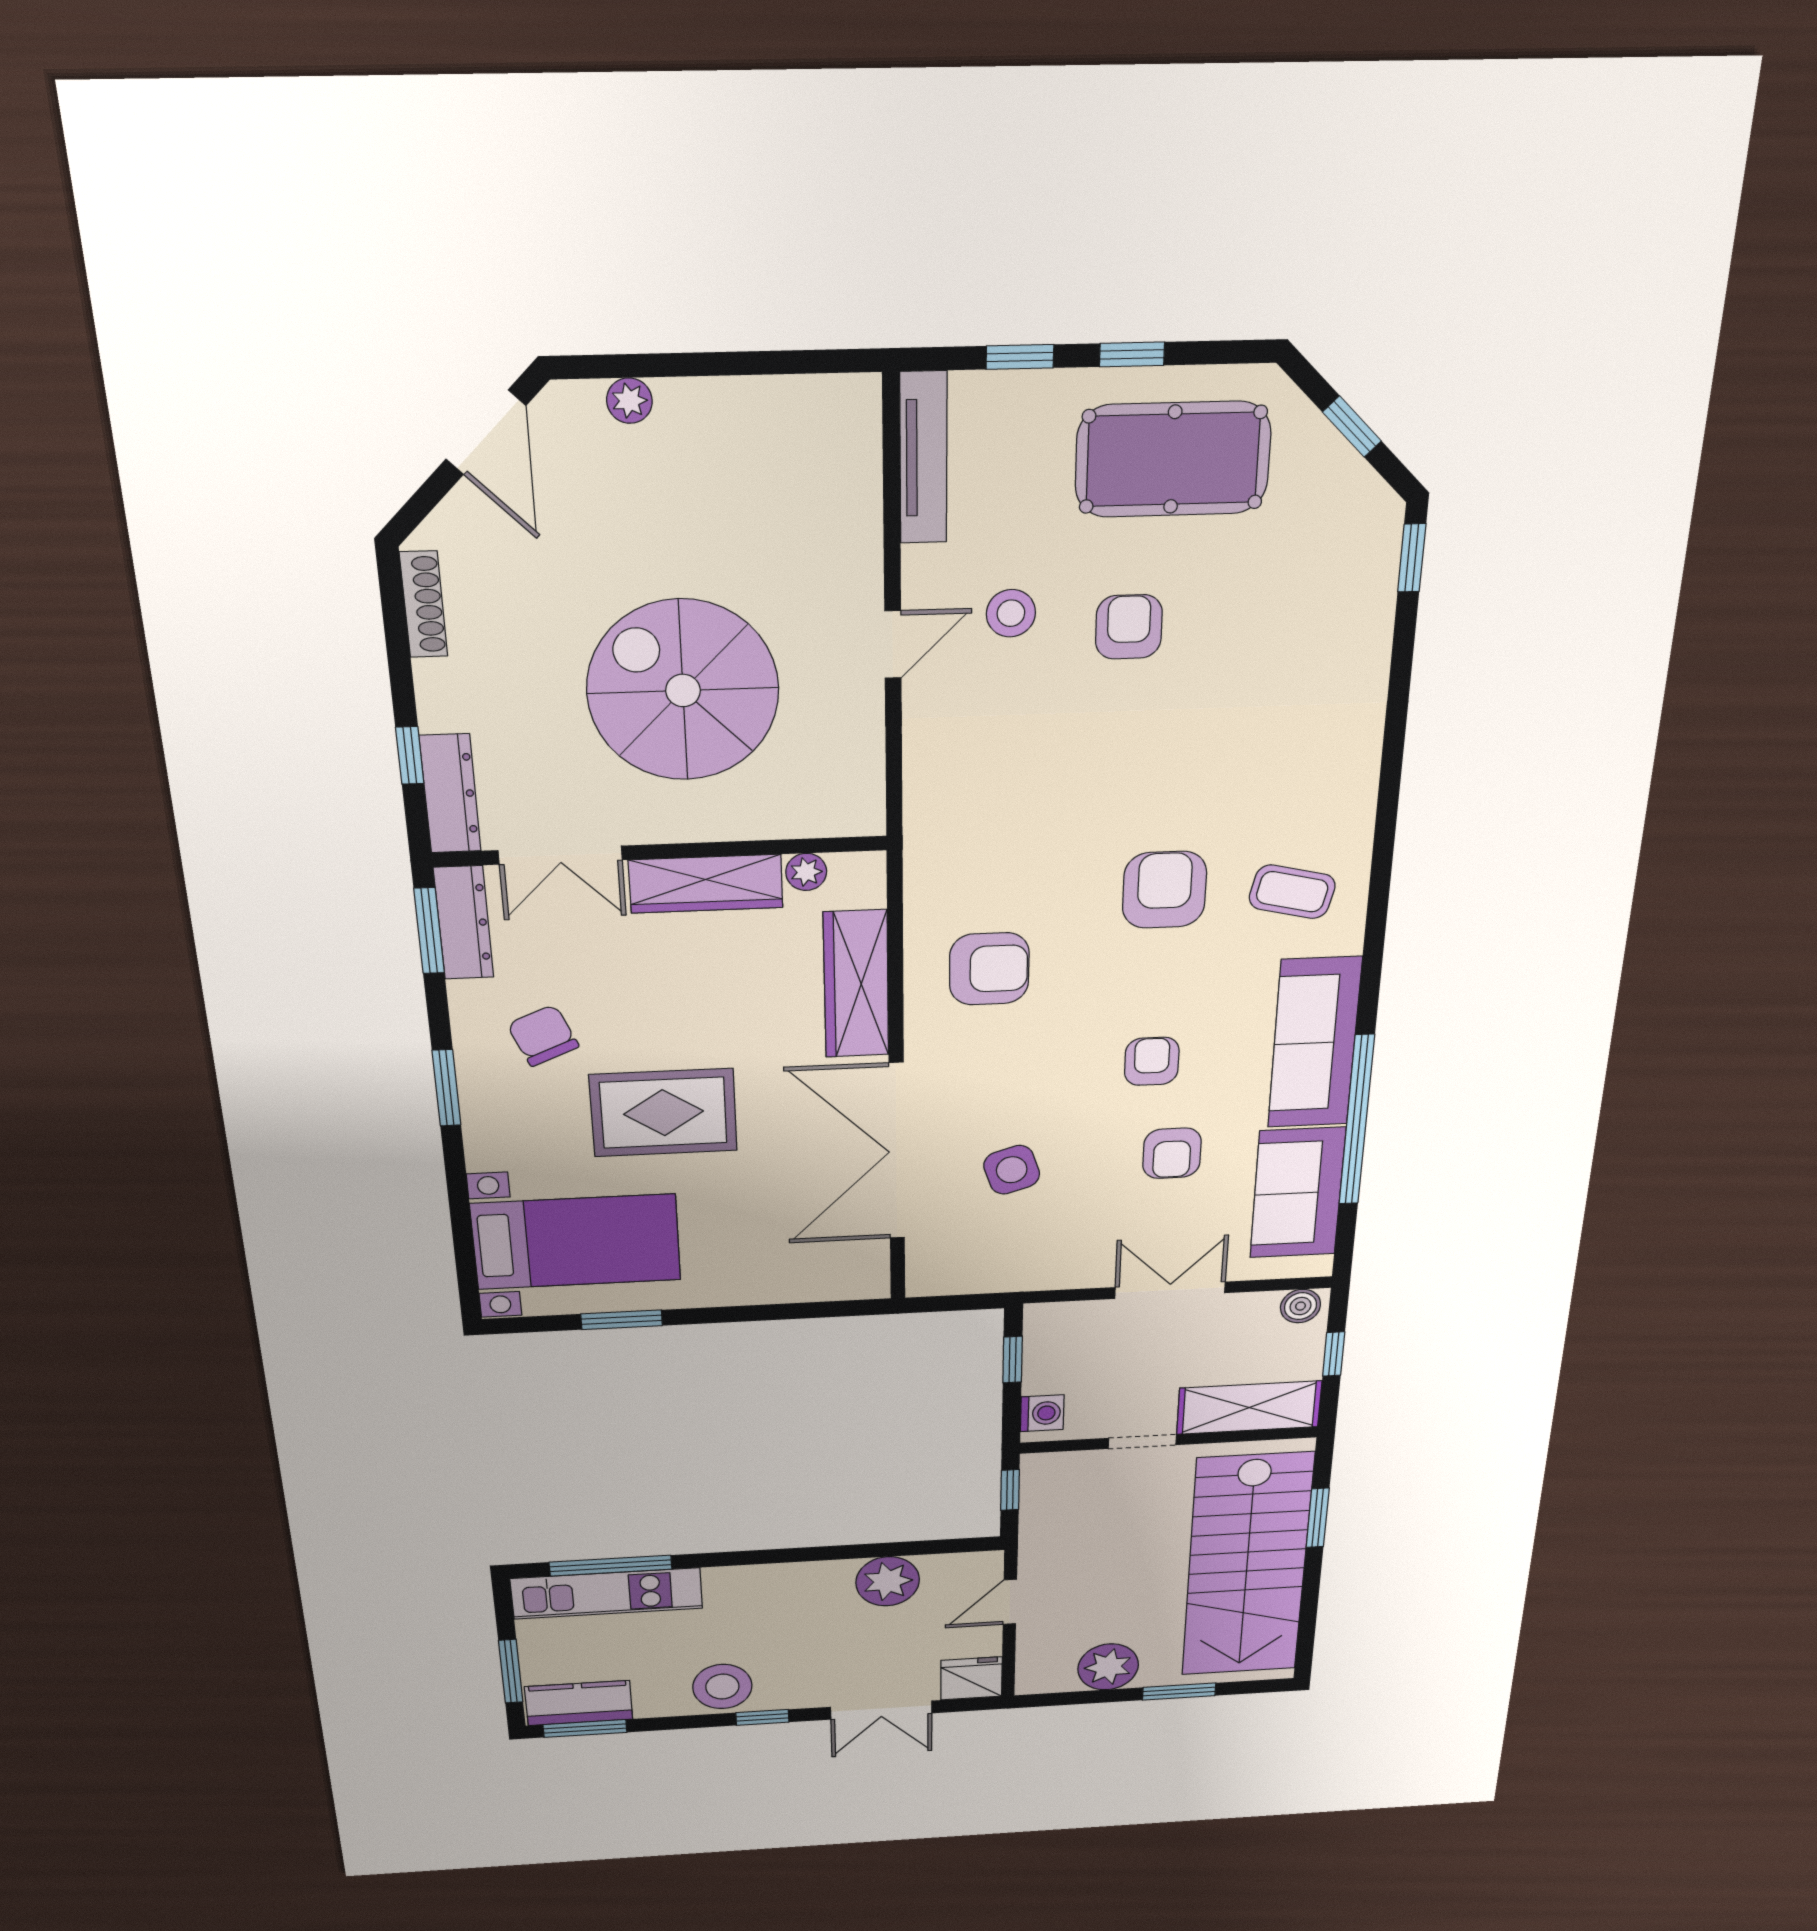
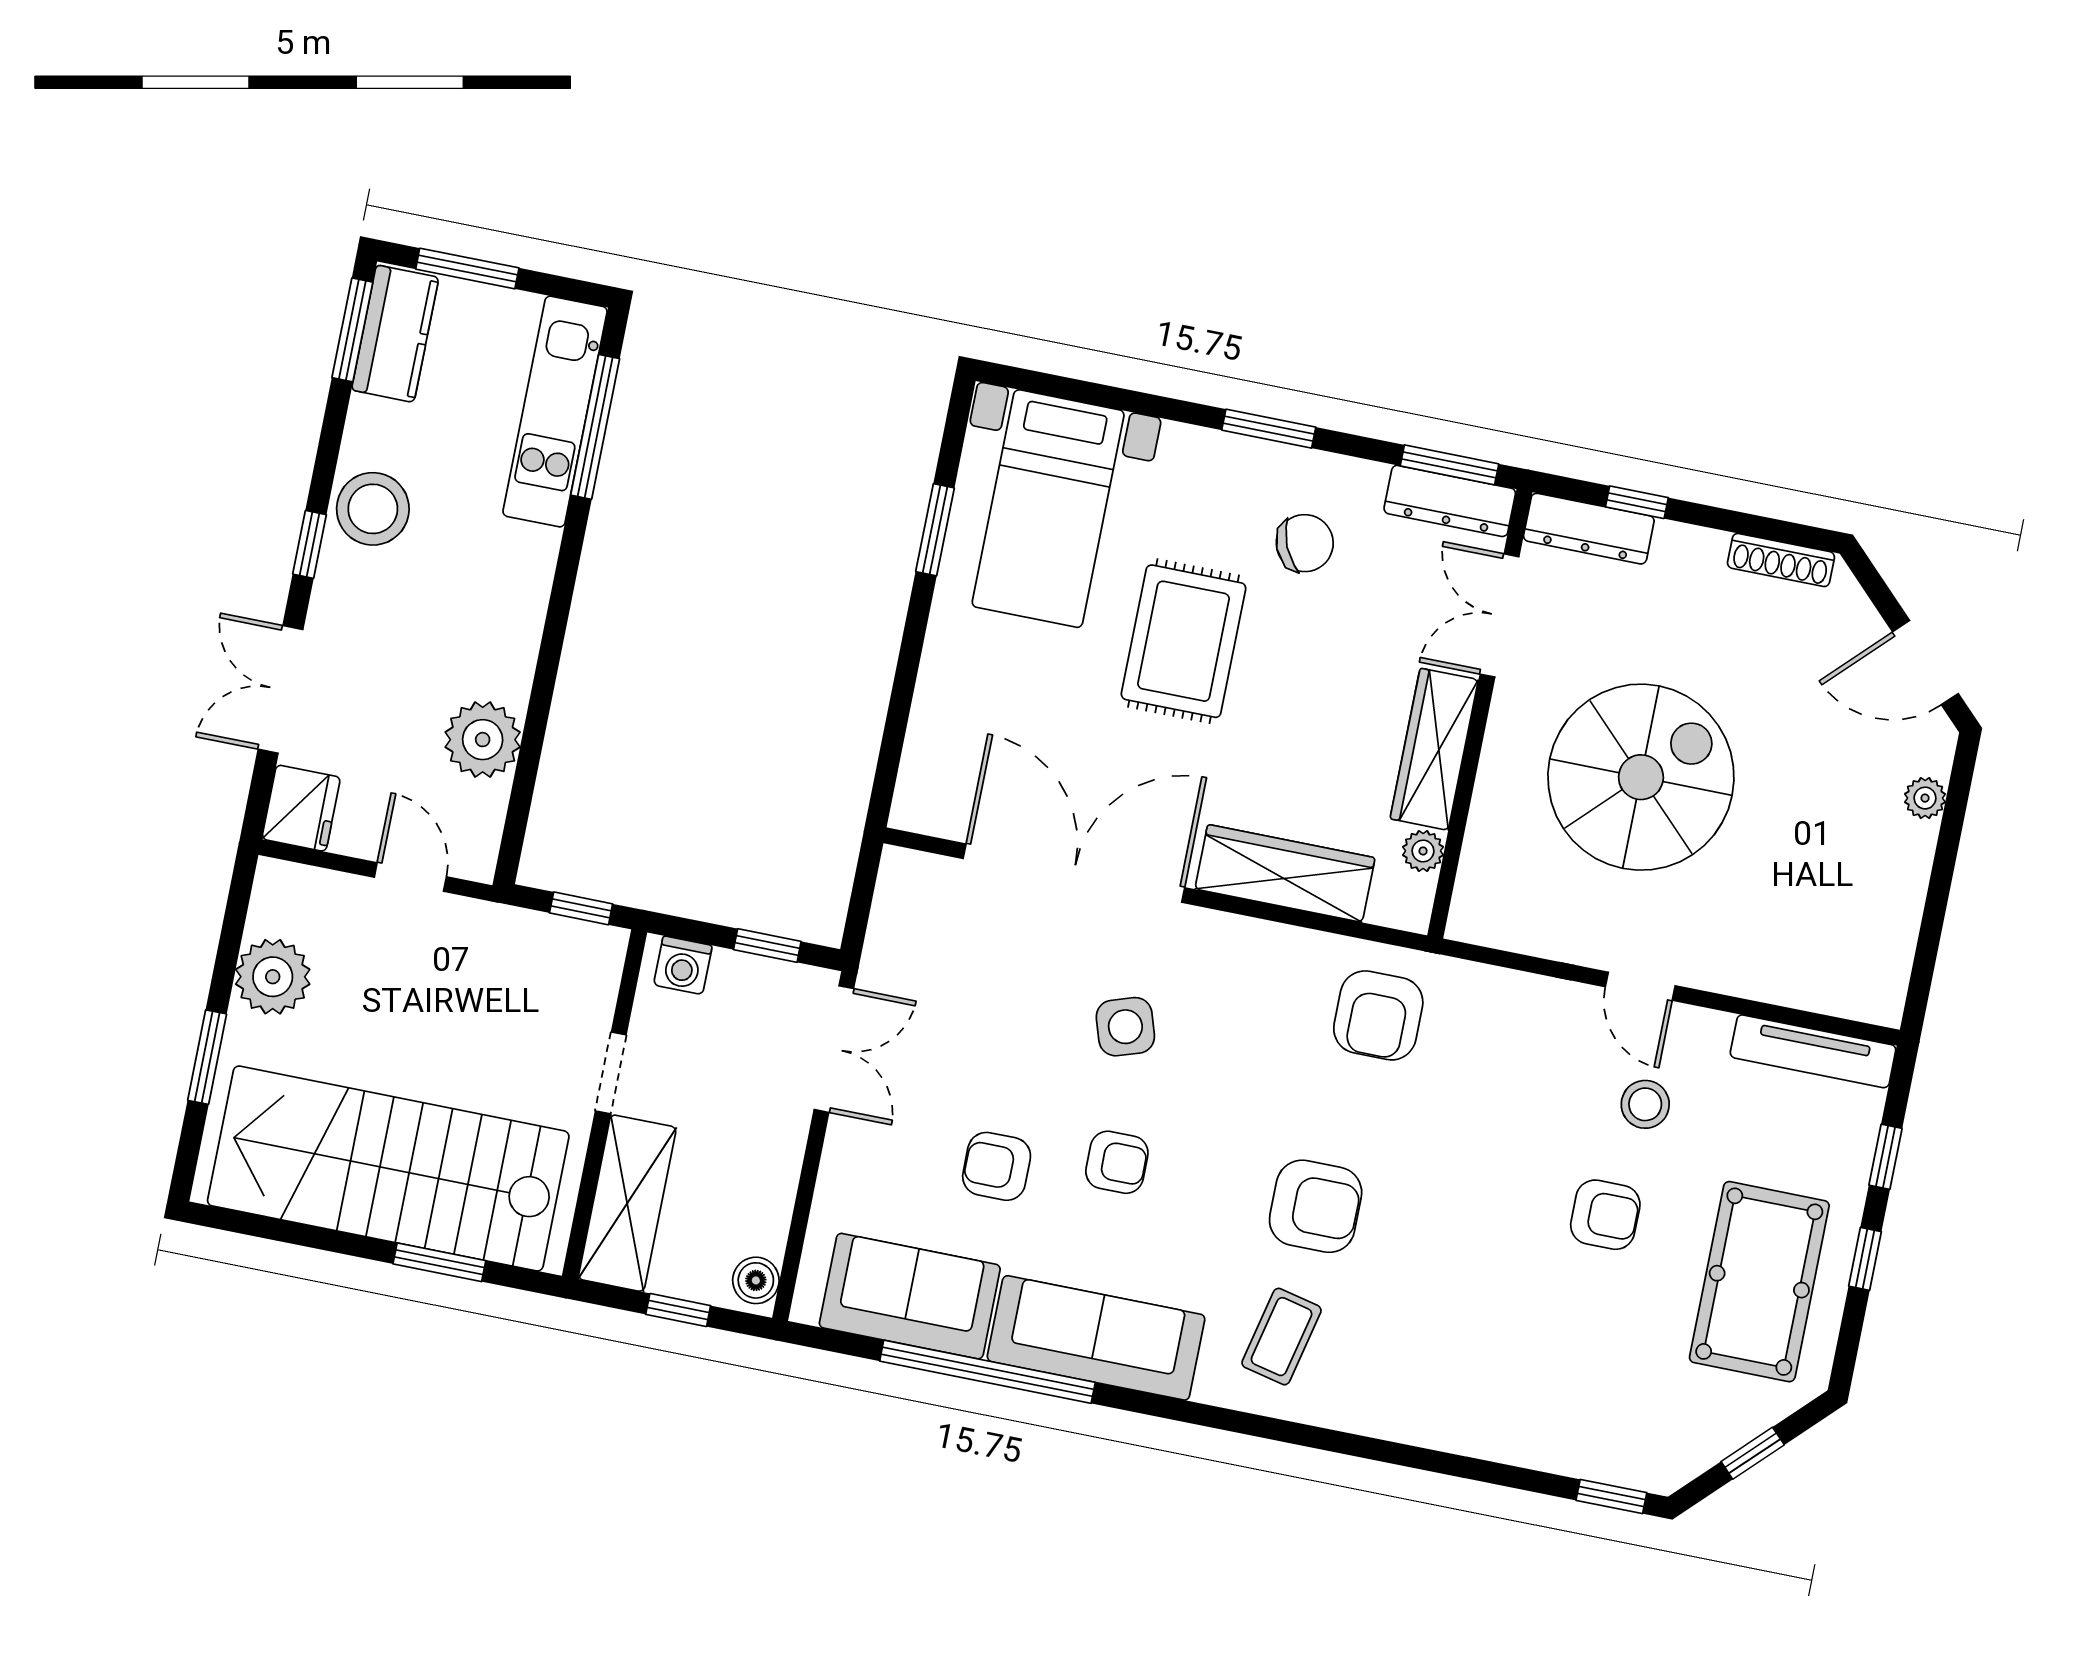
armchair: (989, 969) -> (1378, 1015), moved
side table: (1012, 1170) -> (1125, 1027), moved
double door: (1170, 1290) -> (834, 1049), moved

